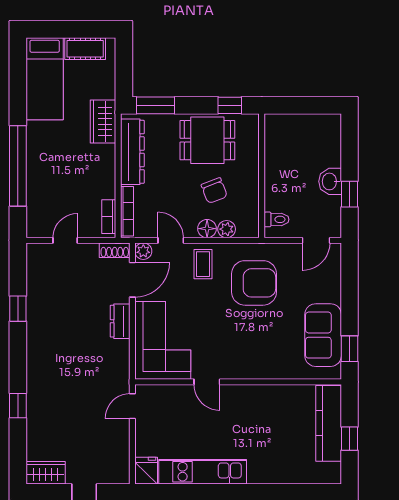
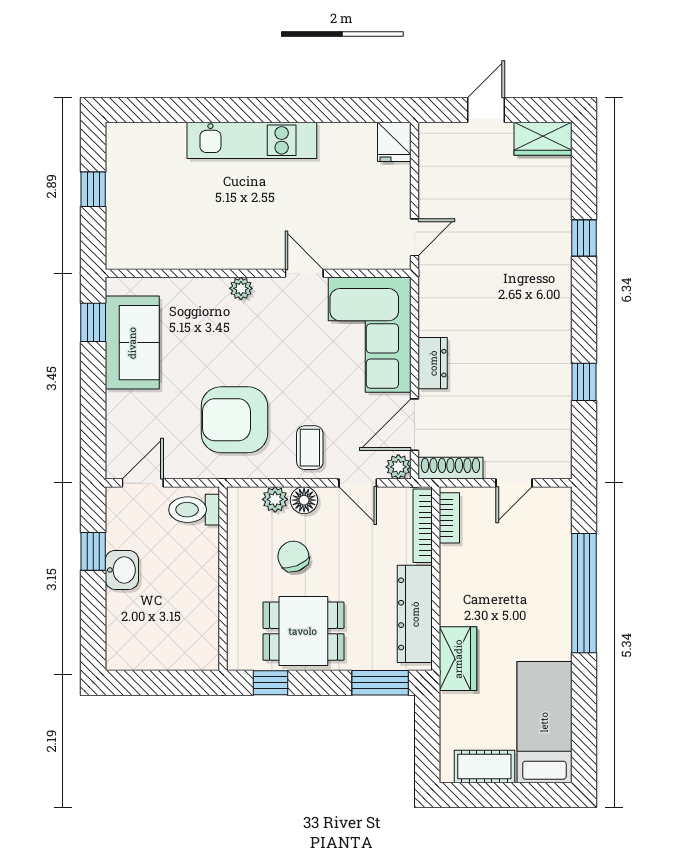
toilet: (276, 219) -> (194, 510), width x1.37, depth x1.39
shoe rack: (115, 250) -> (450, 468), width x1.43
plant: (250, 372) -> (241, 288), added
kitchen counter: (329, 423) -> (124, 212), removed
kitchen unit: (203, 472) -> (252, 140), moved

